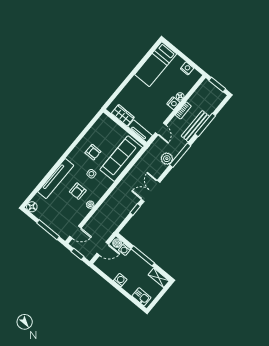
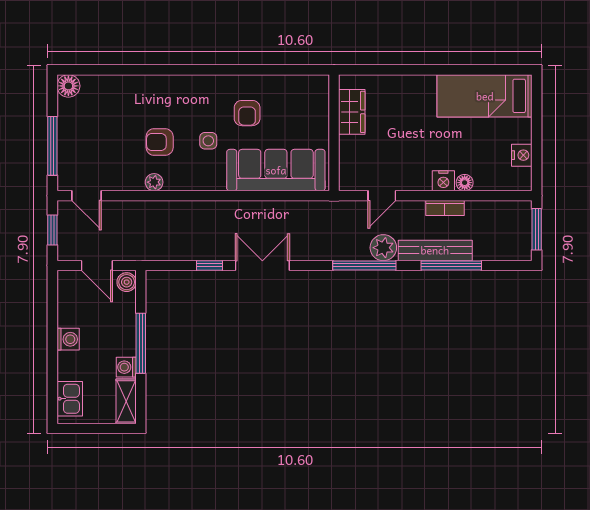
tv unit: (140, 131) -> (349, 164), removed
plant: (167, 159) -> (383, 248), moved
tv unit: (56, 179) -> (150, 87), removed
washing machine: (125, 249) -> (126, 367), moved

